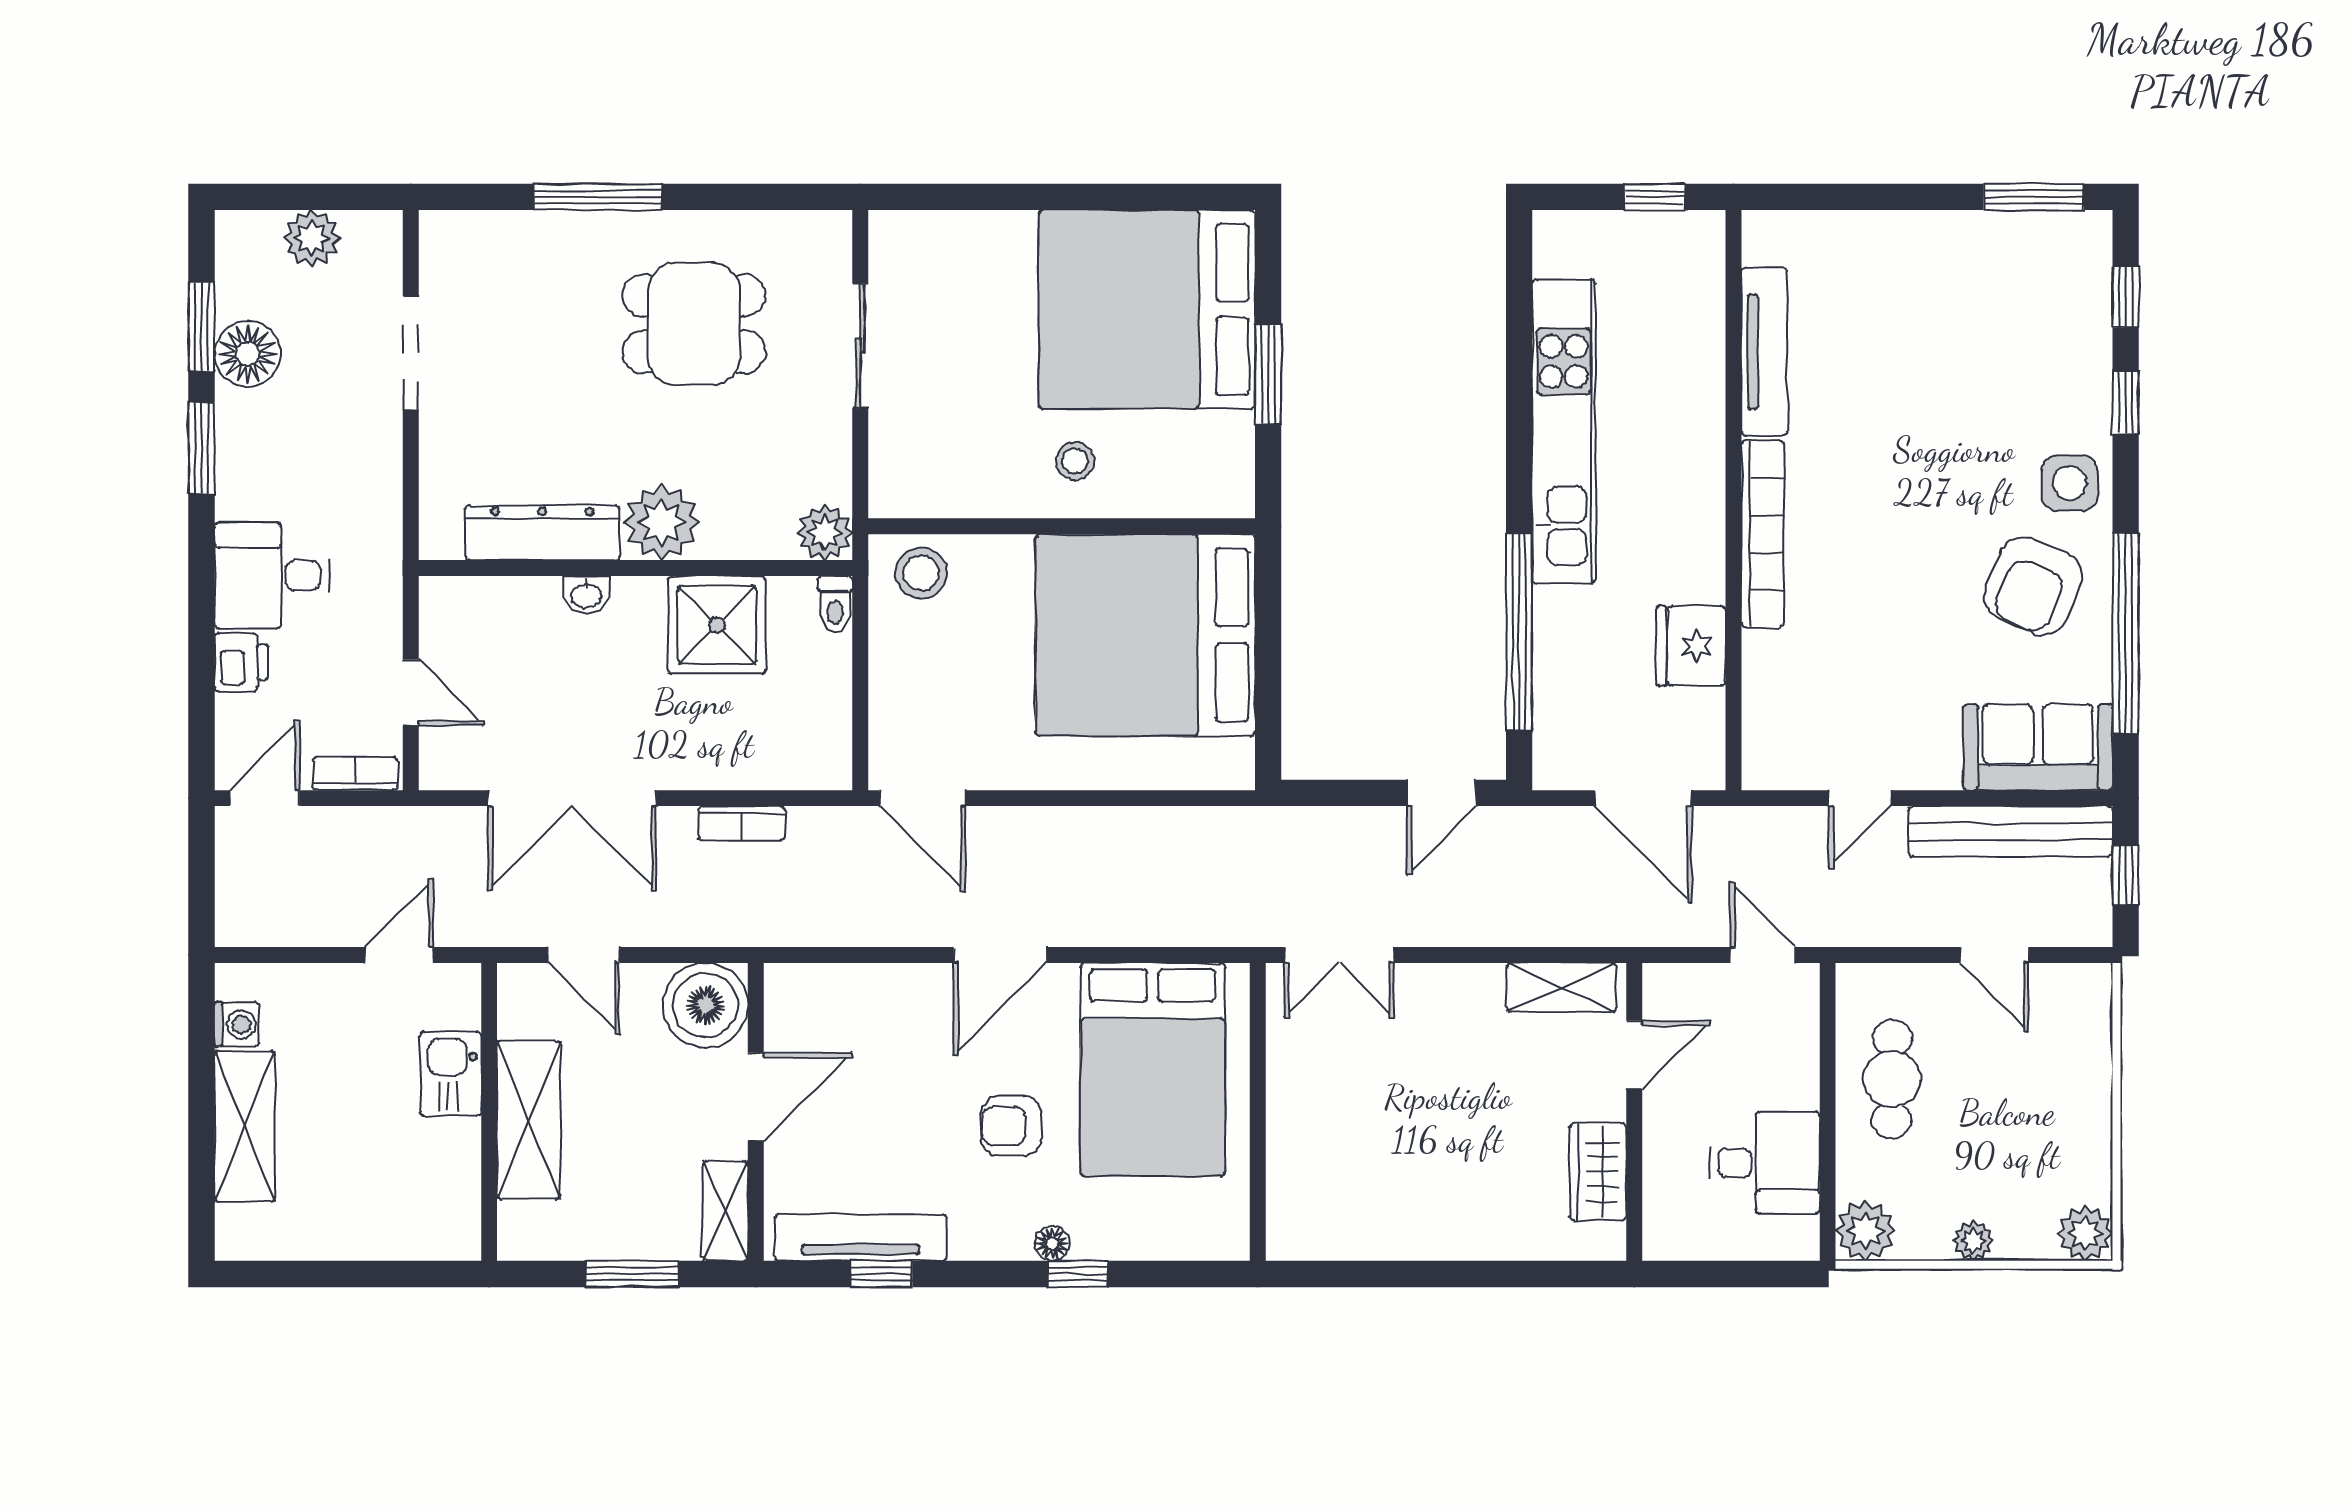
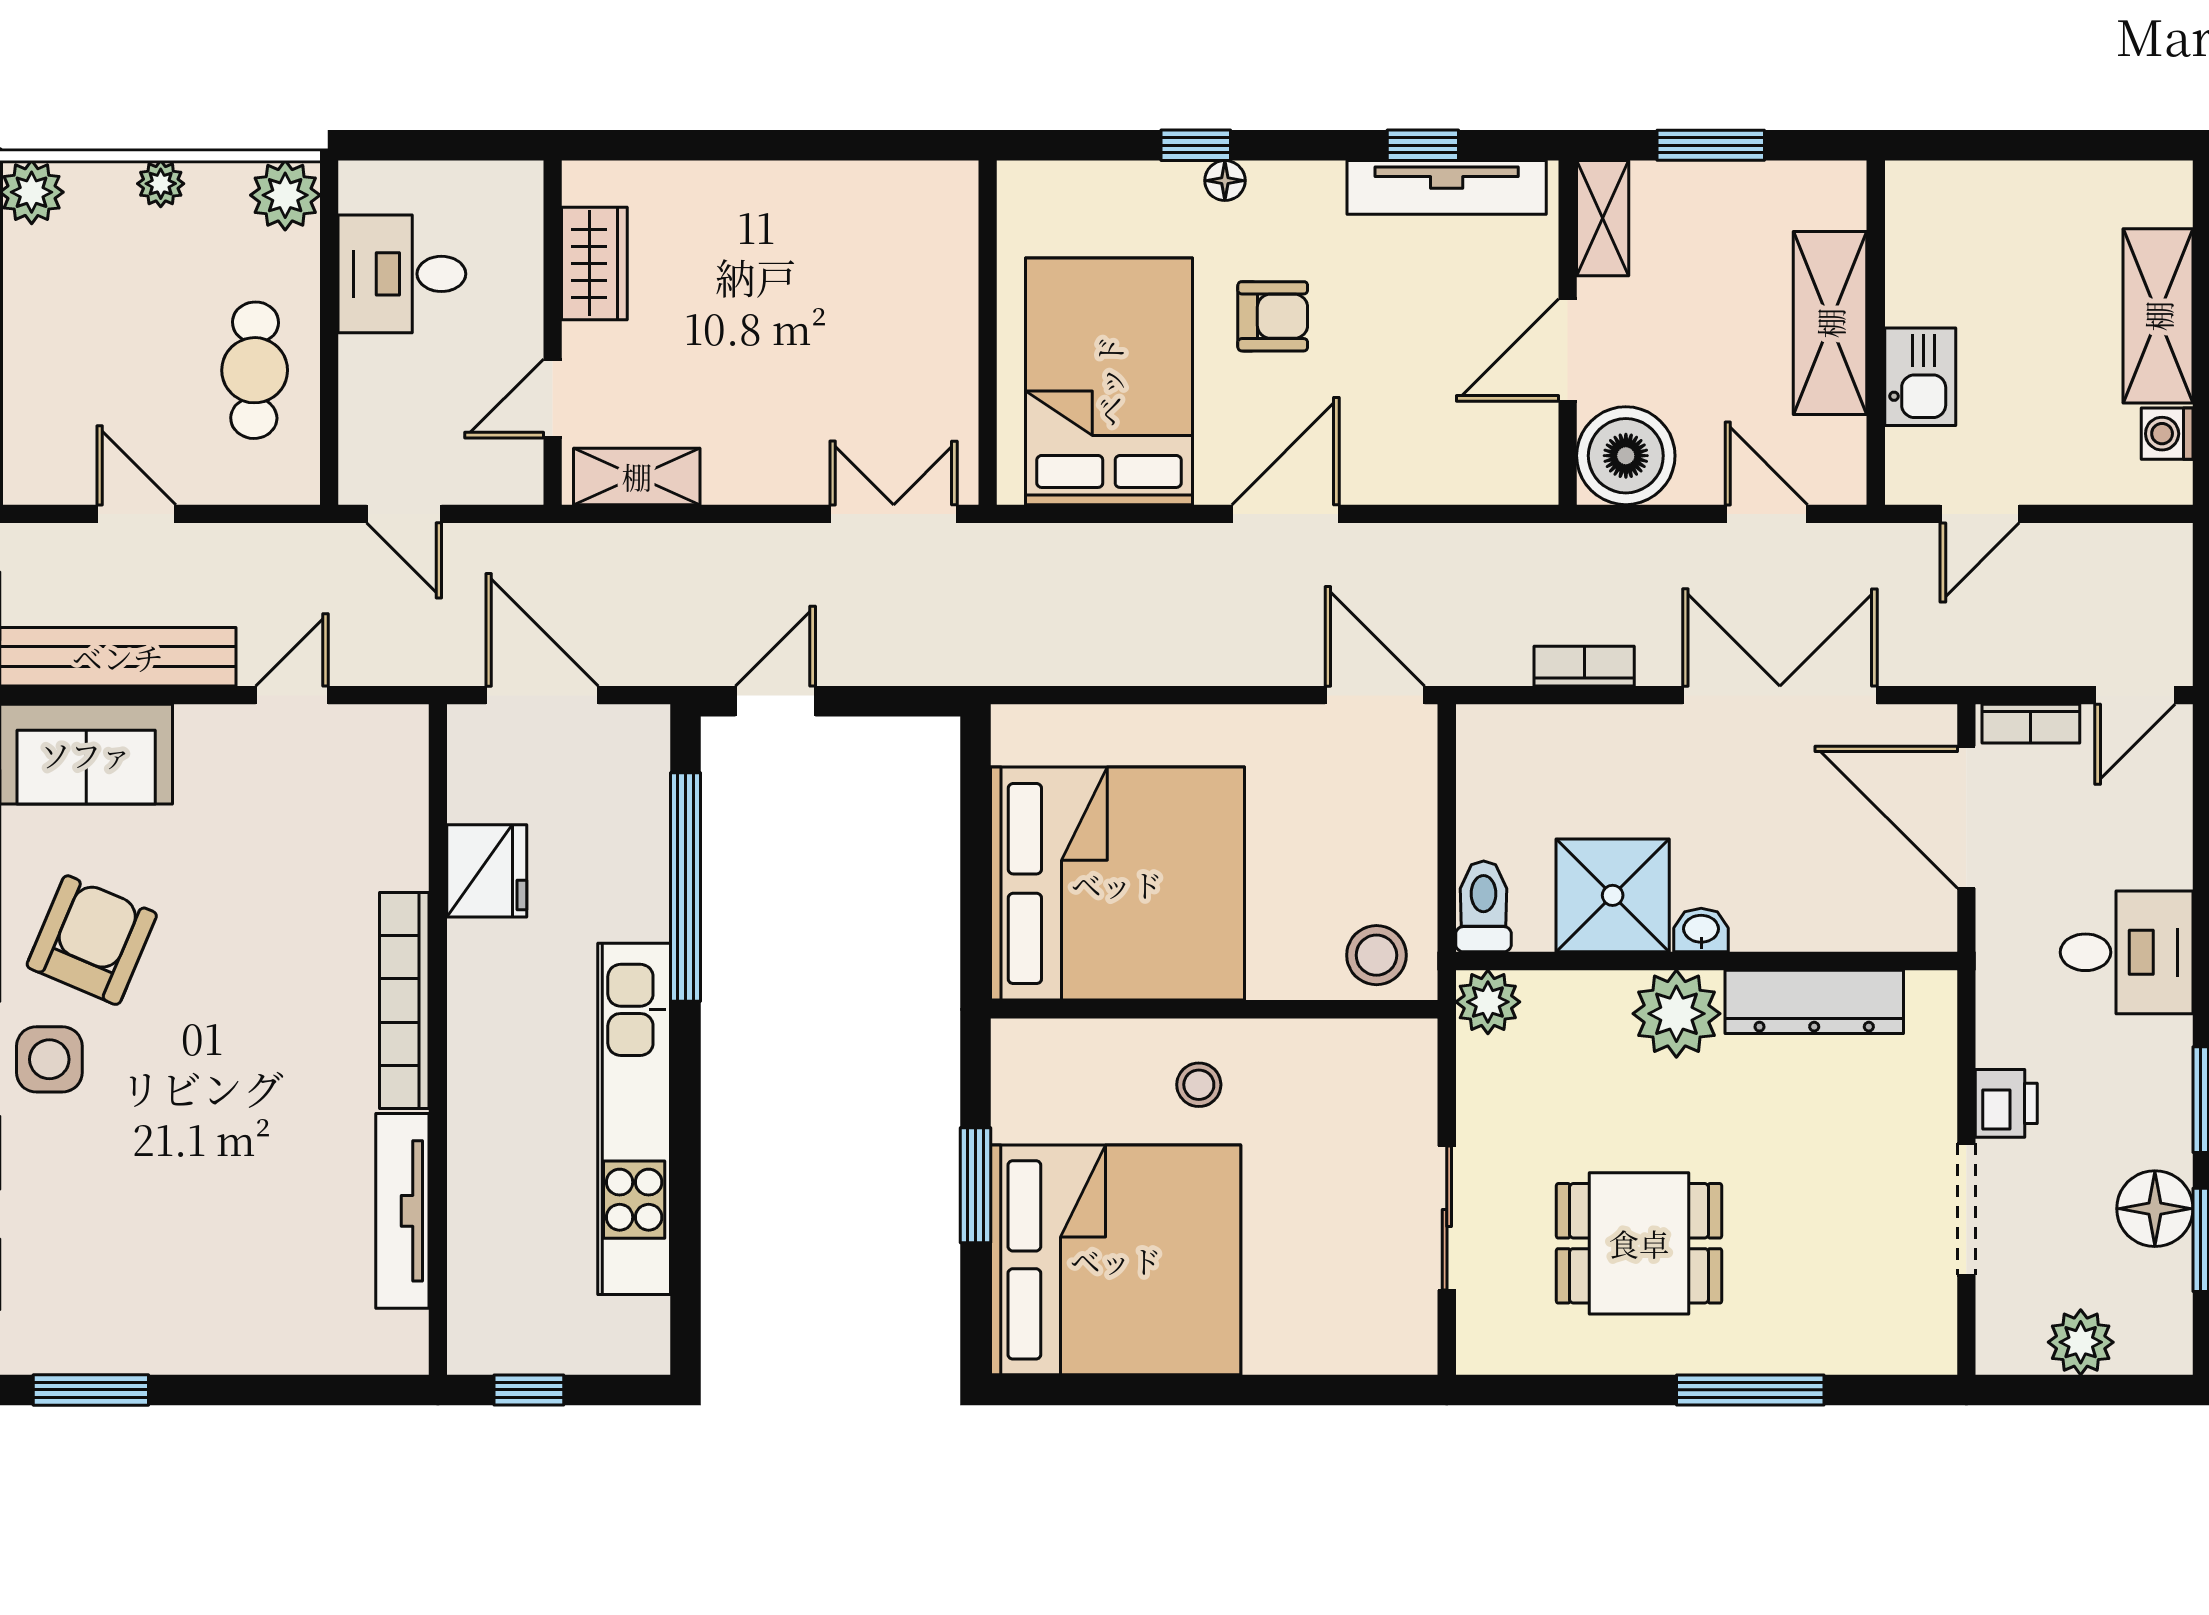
washbasin: (586, 595) -> (1701, 930), moved
toilet: (835, 604) -> (1484, 906), width x1.37, depth x1.39
printer: (241, 662) -> (2006, 1103), moved, turned 180
door: (411, 693) -> (1966, 817), width x1.88

